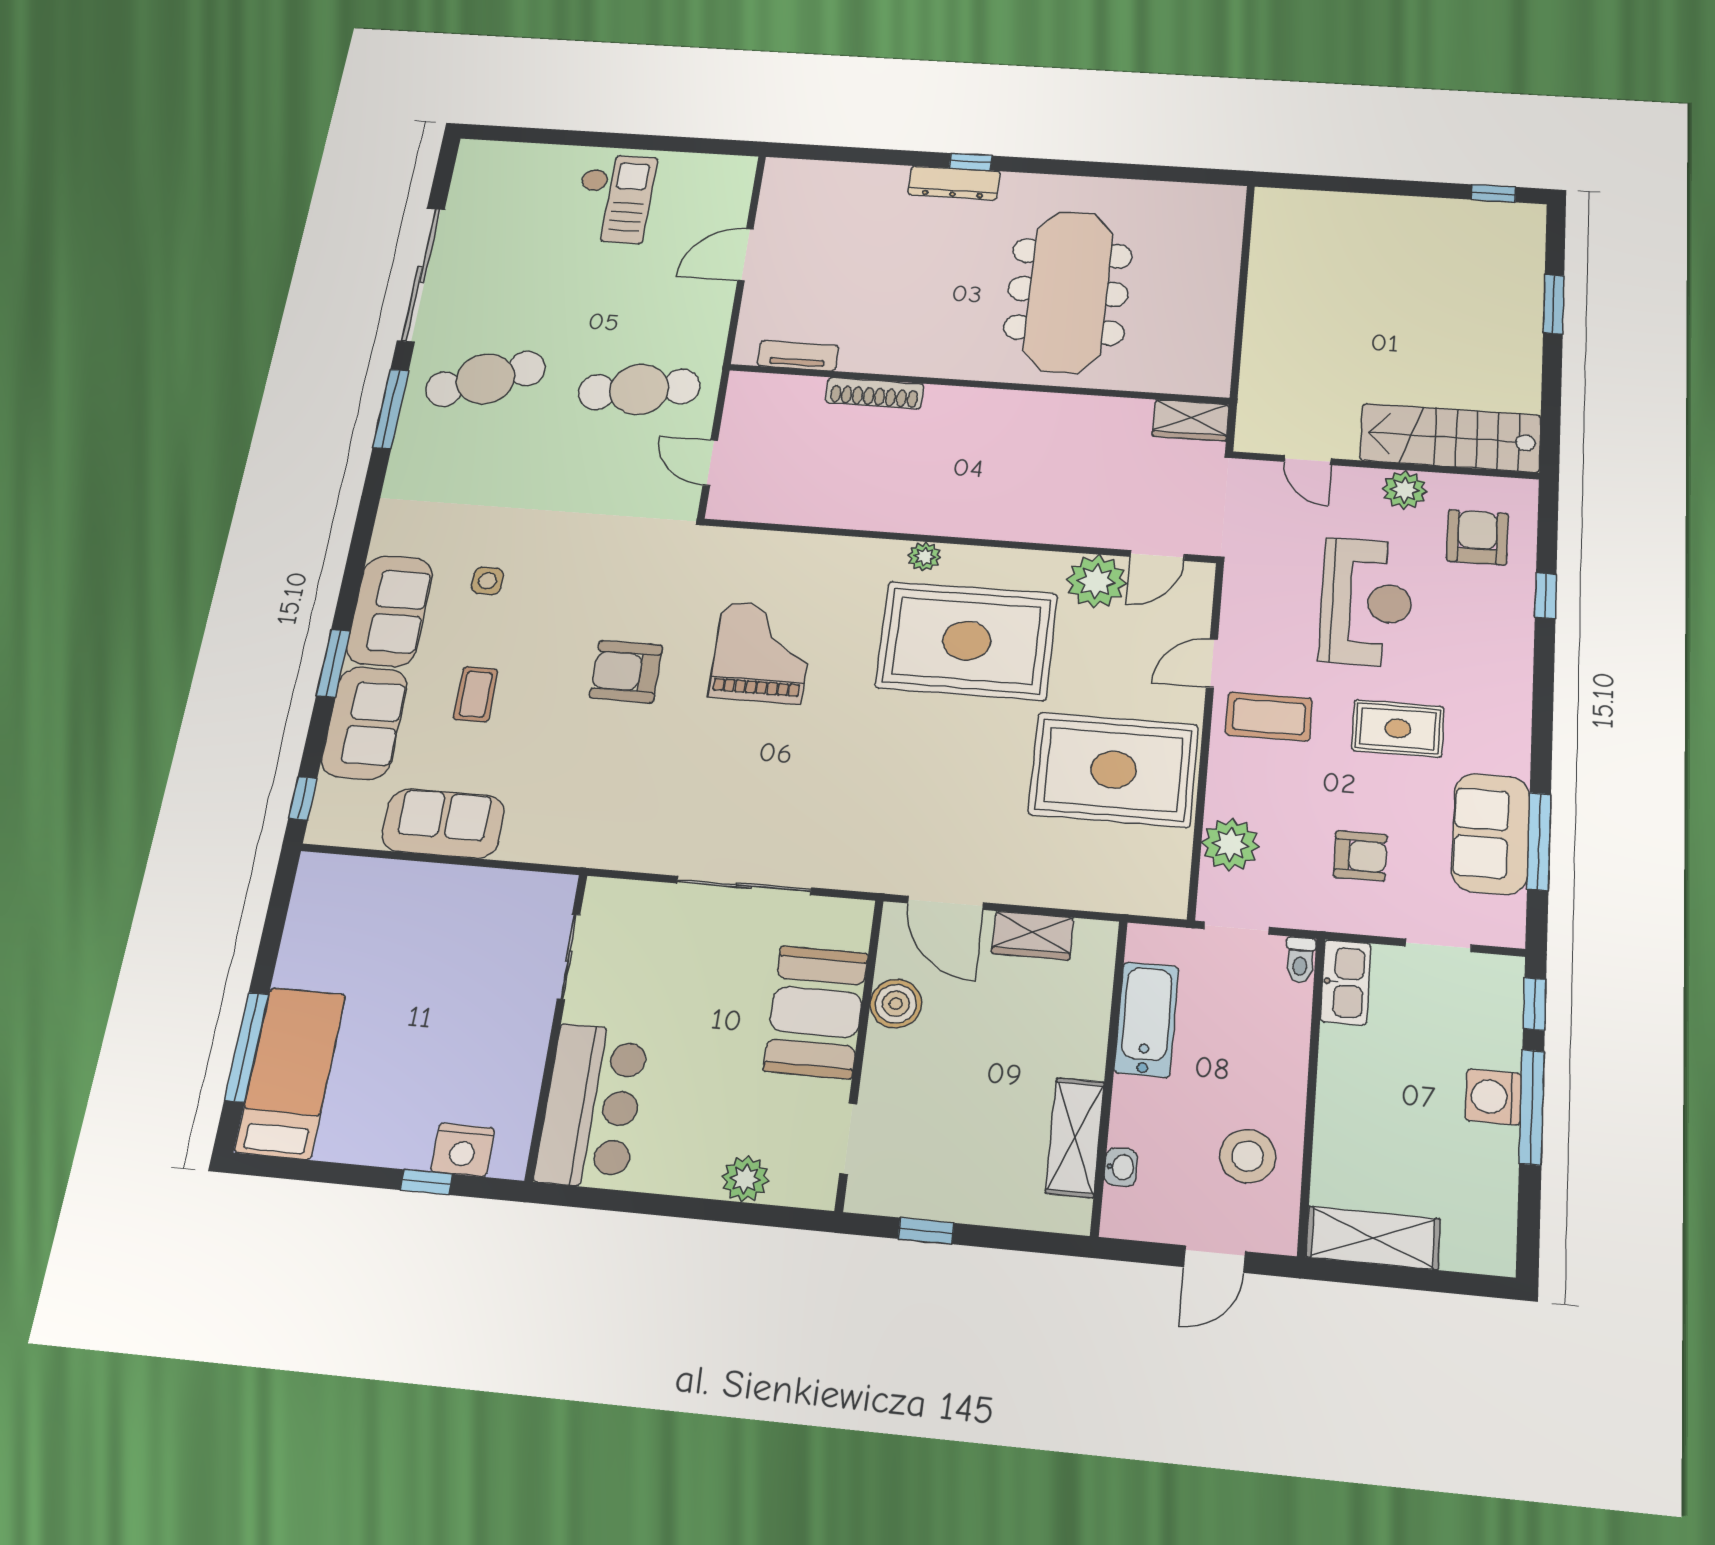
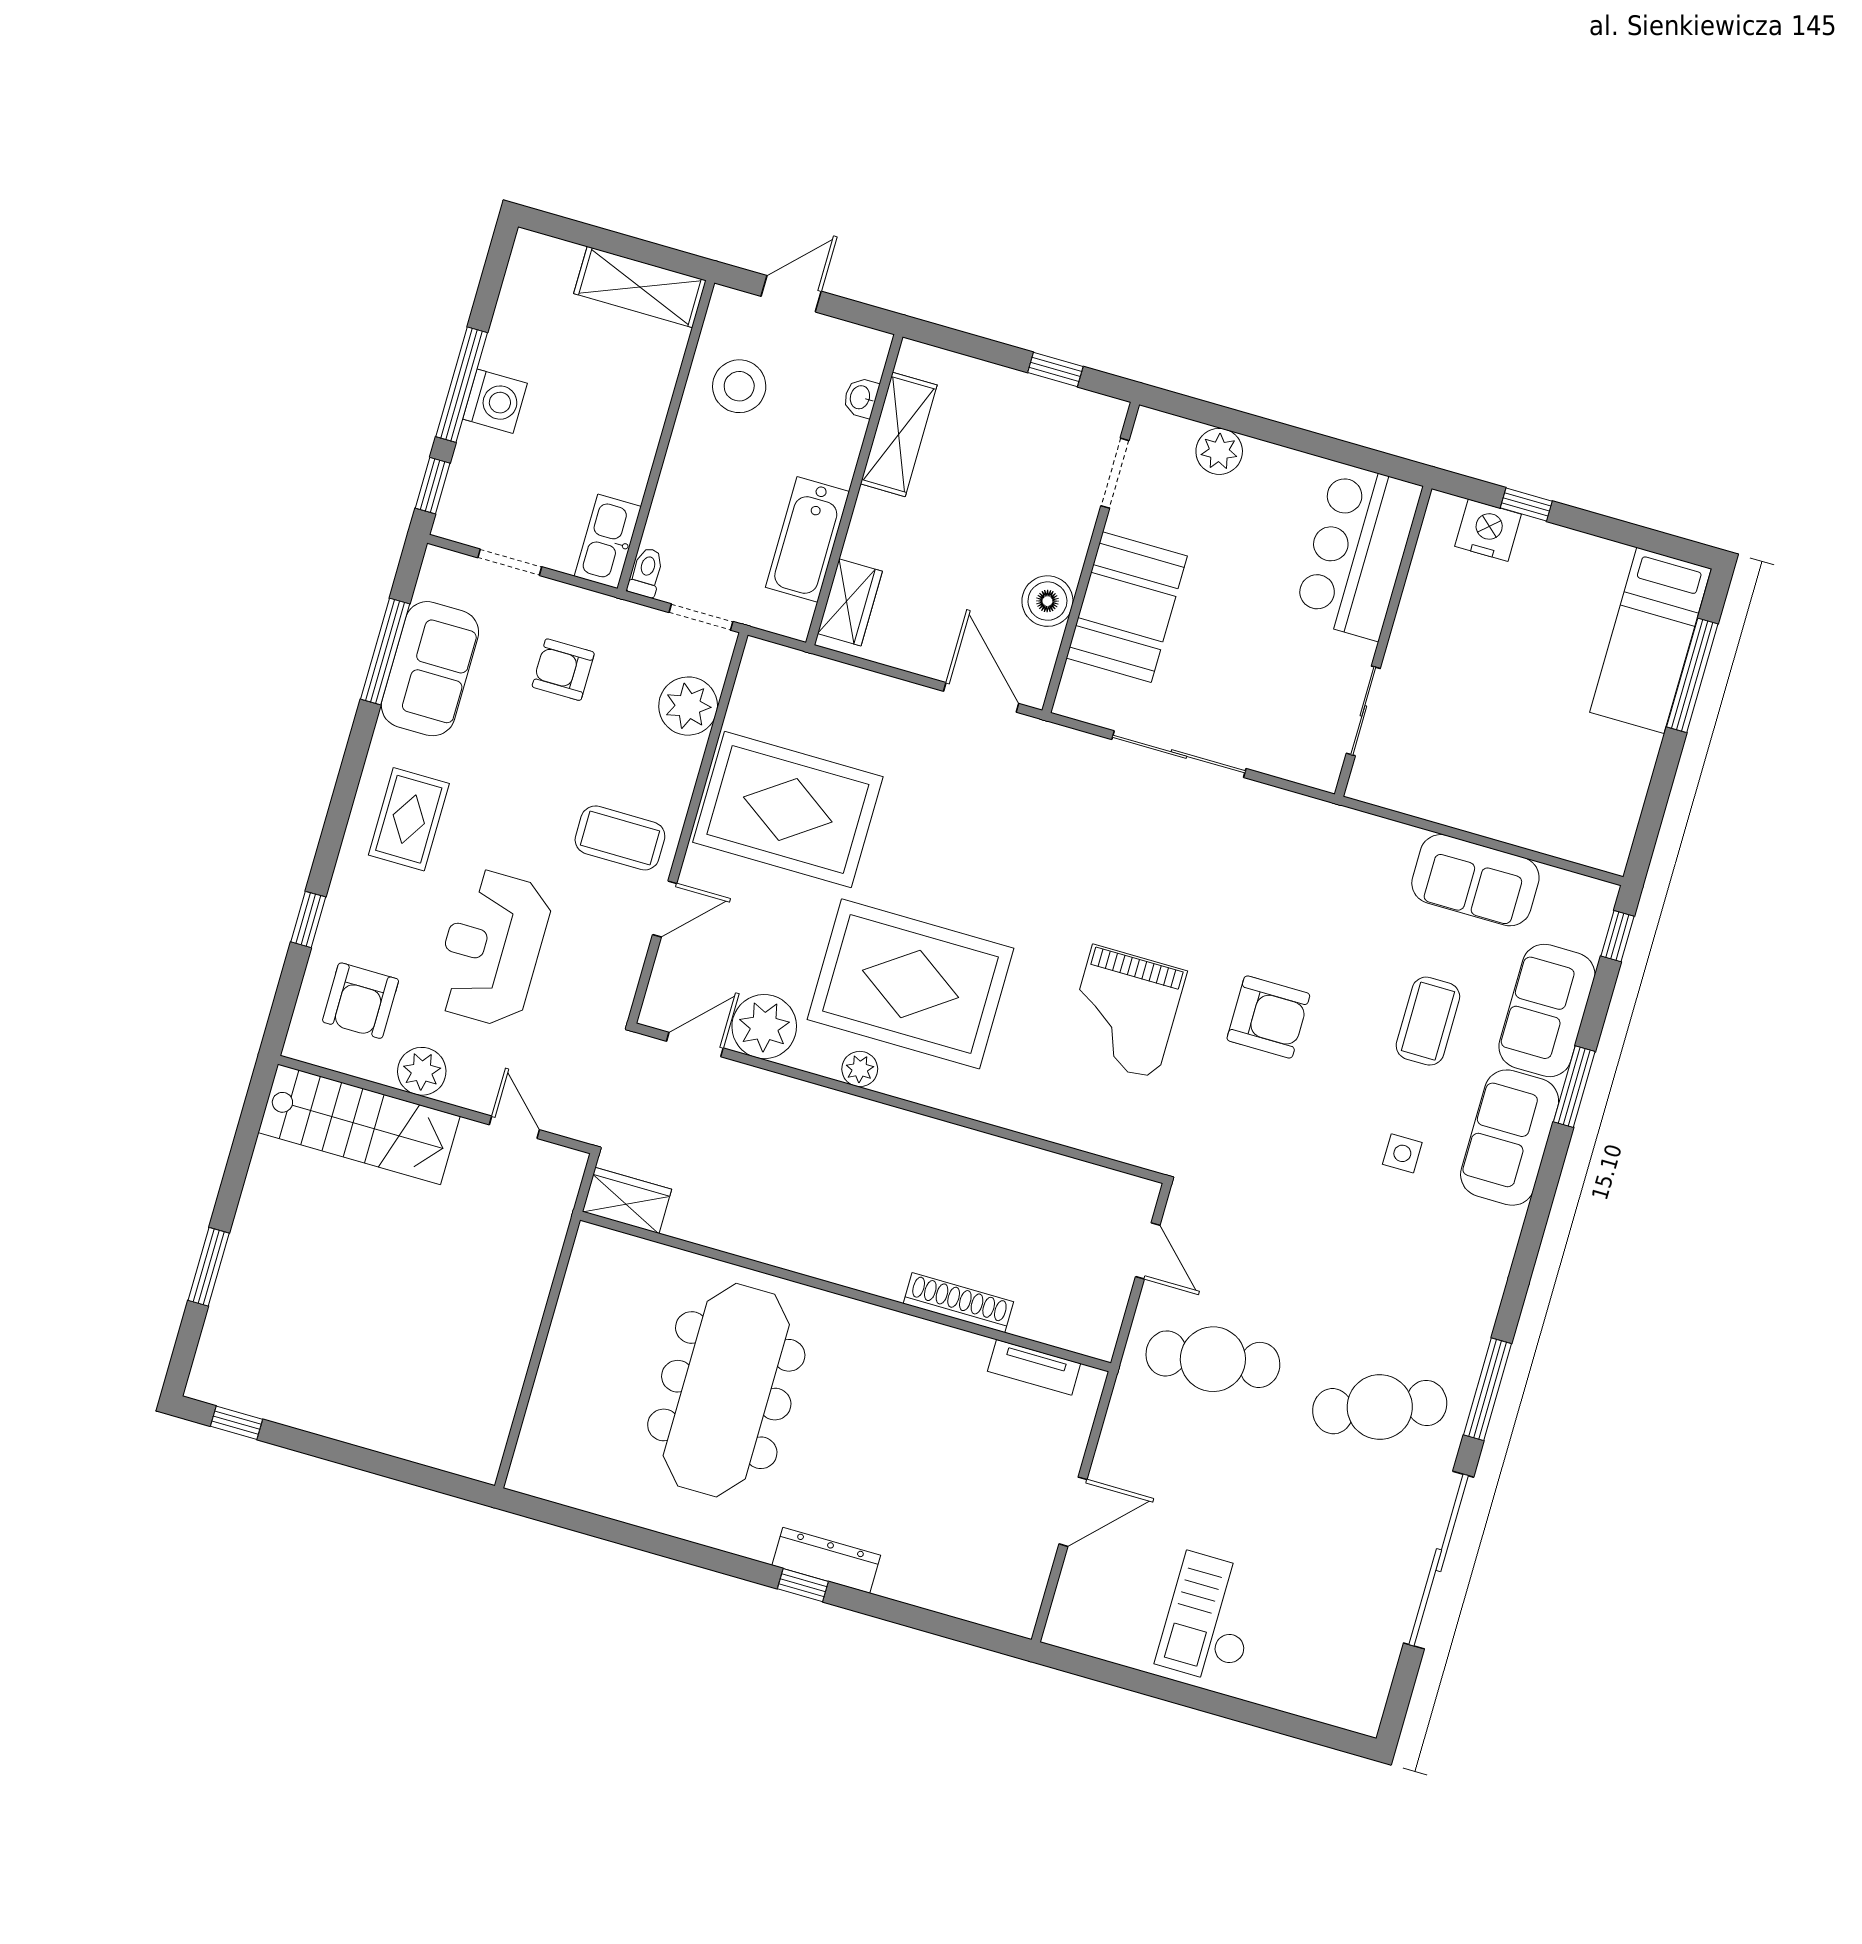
plant: (924, 557) -> (860, 1069), moved
coffee table: (476, 694) -> (1428, 1021), width x1.36, depth x1.30
rug: (1398, 728) -> (409, 819), moved, turned 90
wardrobe: (1033, 936) -> (850, 602), moved, turned 90

